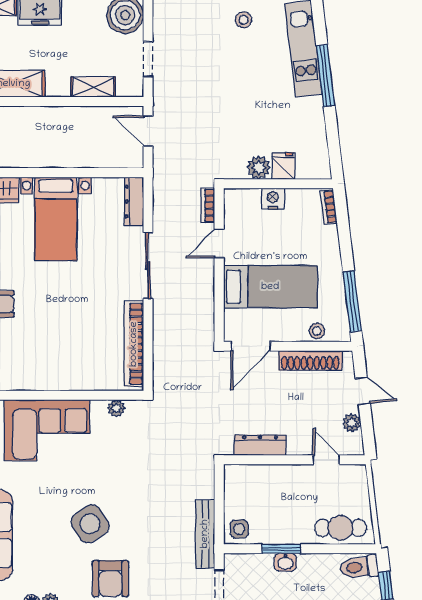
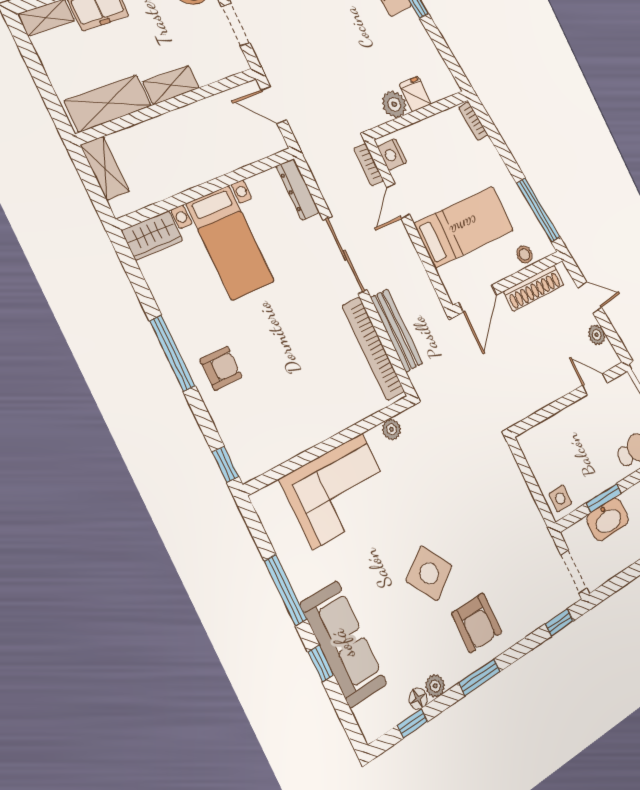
shelving: (93, 87) -> (171, 85), moved
nightstand: (273, 199) -> (392, 155), moved, turned -90
dresser: (260, 445) -> (535, 399), removed
bench: (205, 534) -> (397, 331), moved
washbasin: (285, 562) -> (608, 519), width x1.91, depth x1.45

